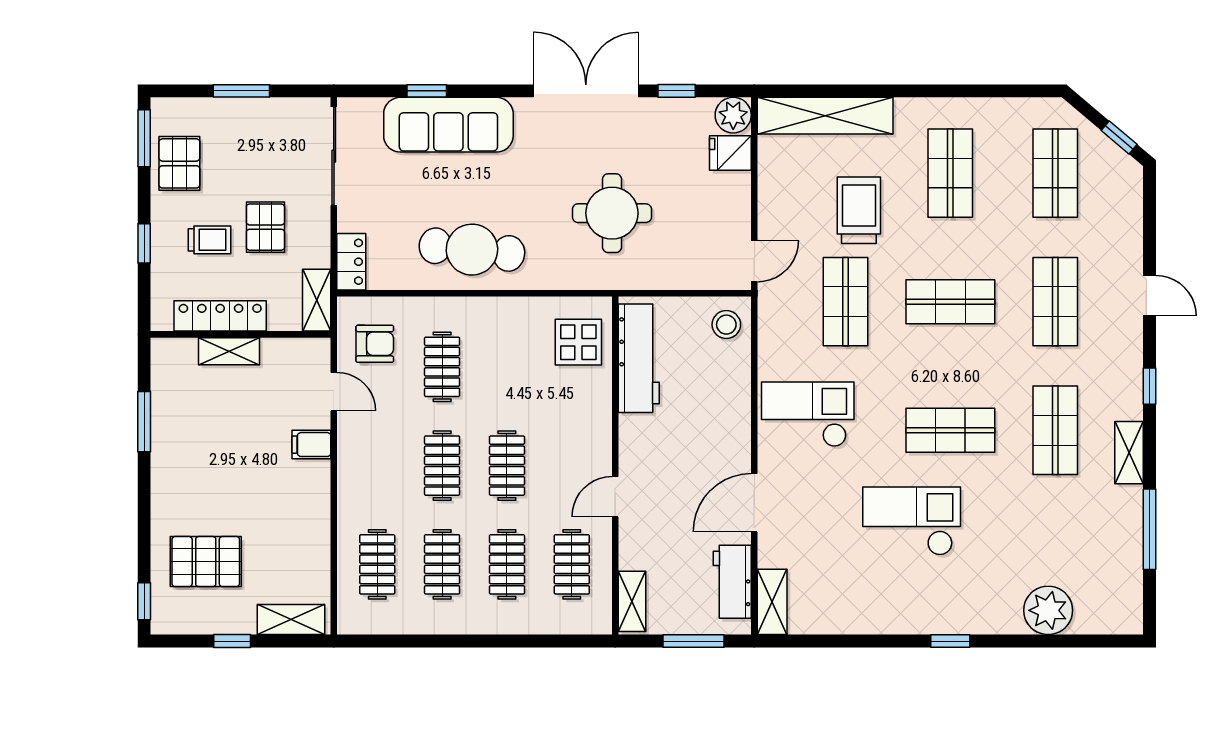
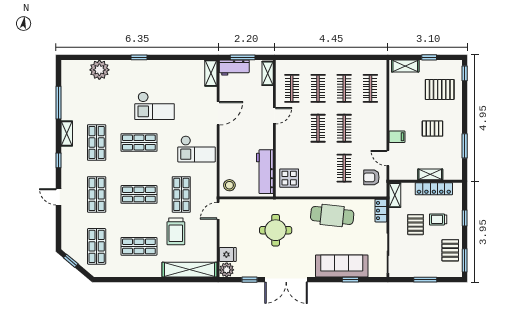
shop shelf: (950, 173) -> (139, 246), turned 90
pallet: (224, 465) -> (432, 129), added
workbench: (732, 582) -> (234, 68), moved, turned 90

